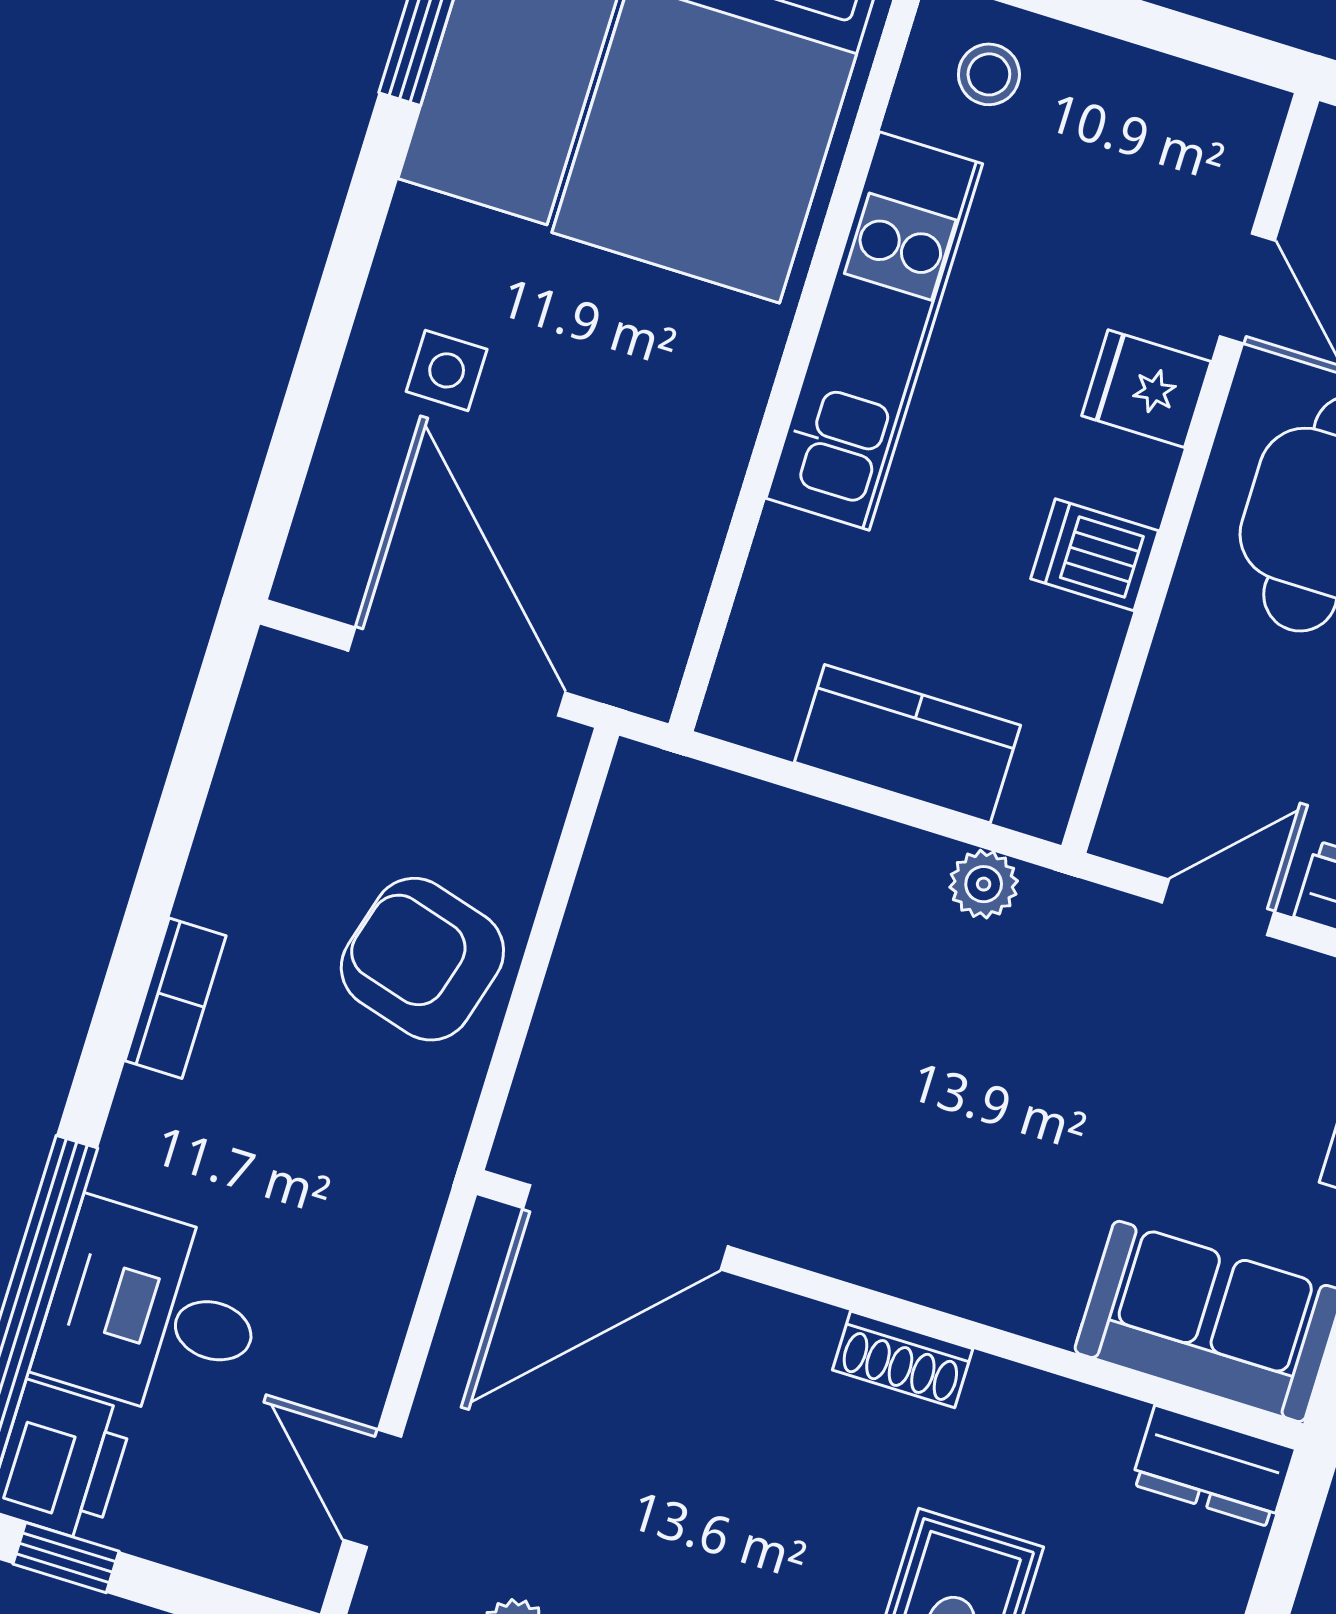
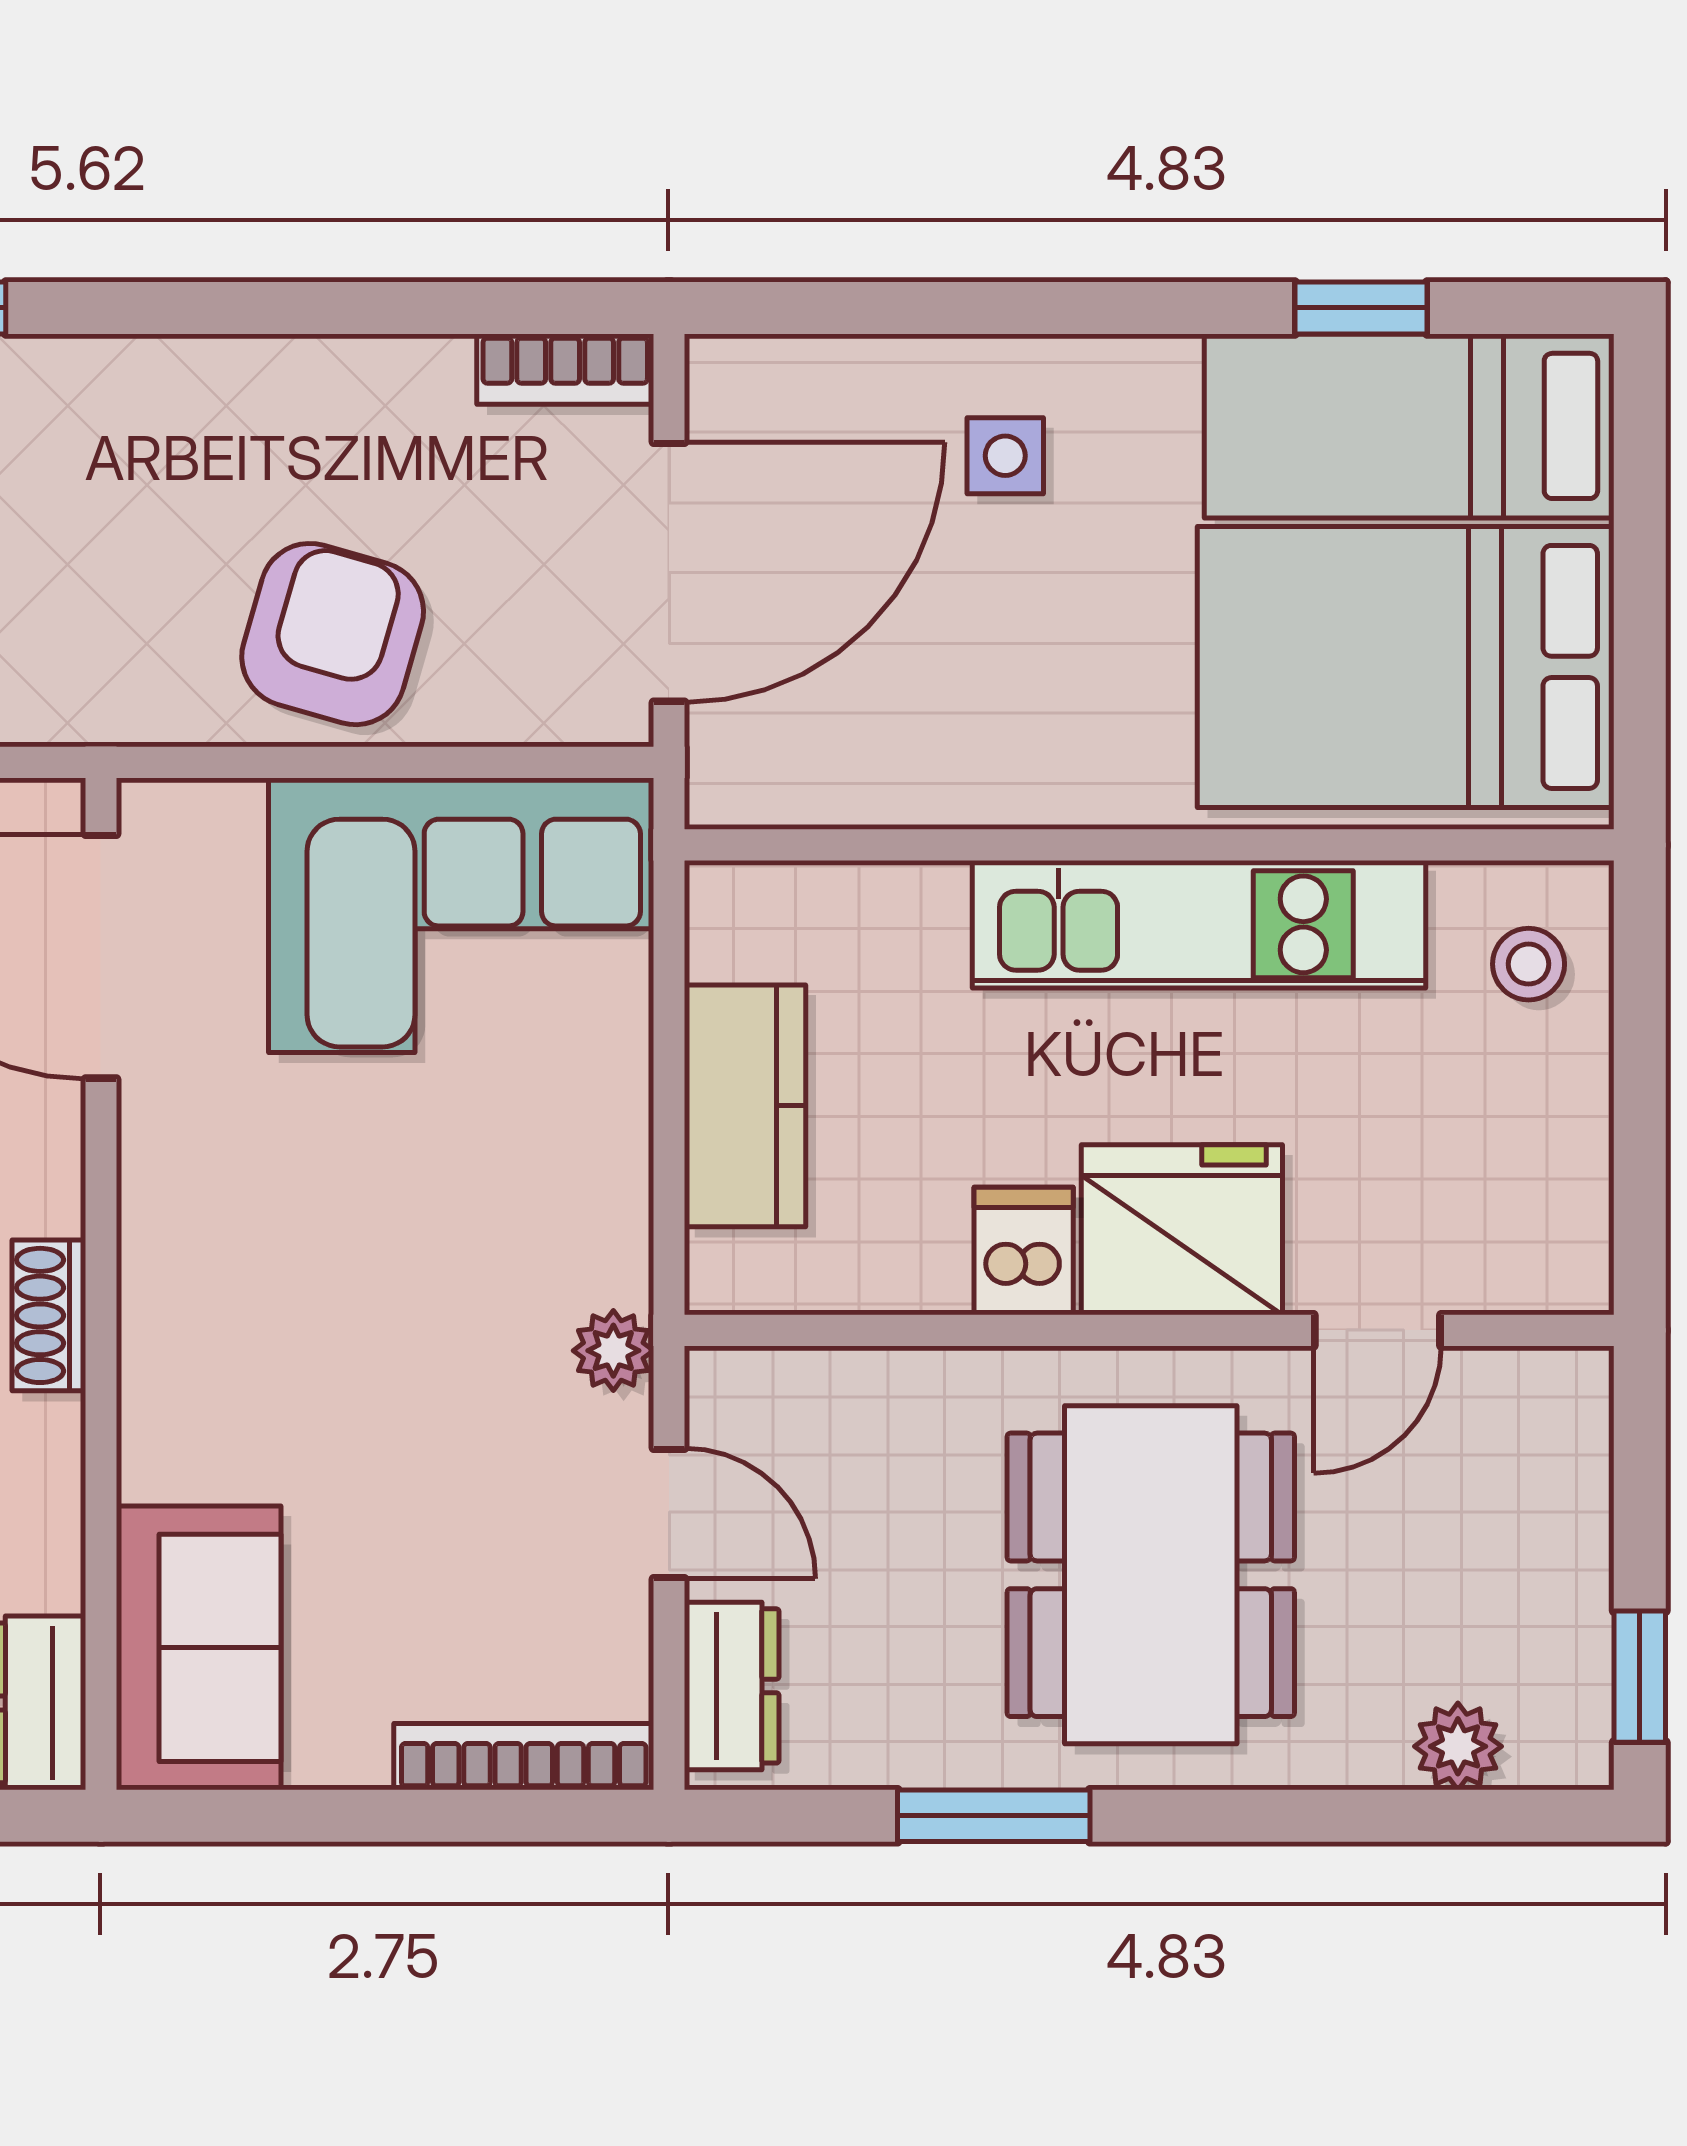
fridge: (1146, 389) -> (1182, 1230), width x1.88, depth x1.34
plant: (984, 884) -> (613, 1351), moved
corner sofa: (682, 926) -> (461, 915), added
bookcase: (176, 998) -> (565, 369), moved

